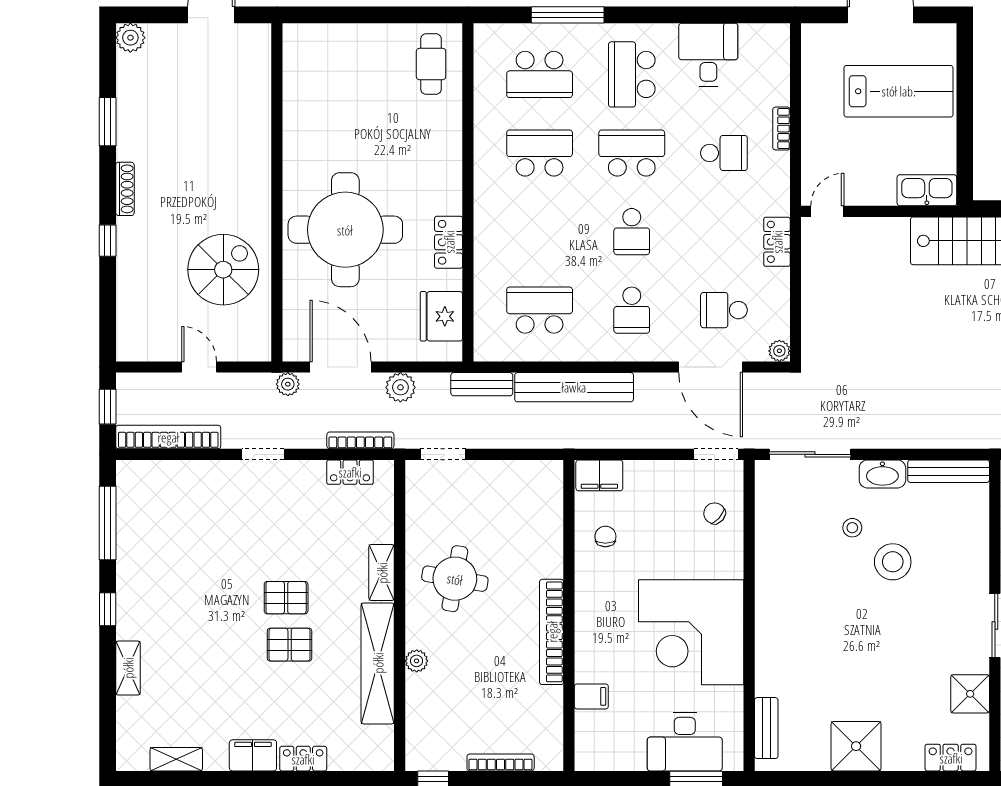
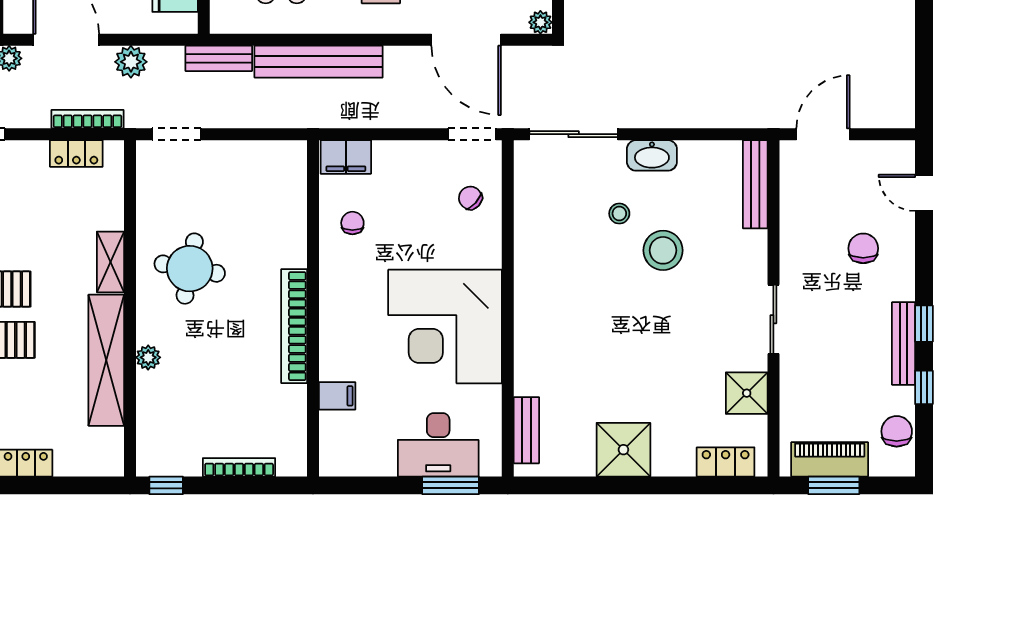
bench: (949, 471) -> (755, 184), moved, turned 90

